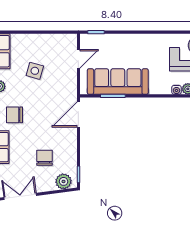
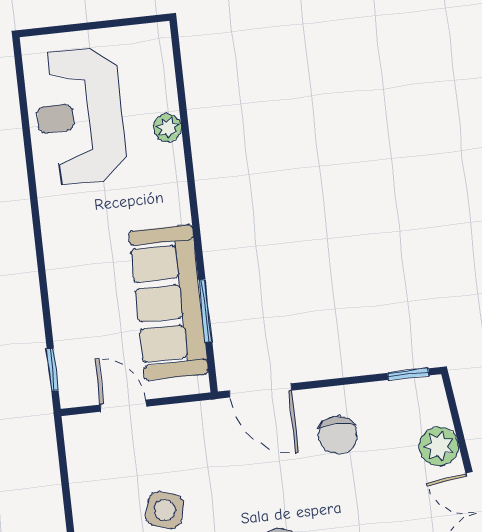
water cooler: (176, 90) -> (173, 156), removed
chair: (44, 158) -> (338, 435), moved, turned -90
plant: (64, 181) -> (439, 446), moved

